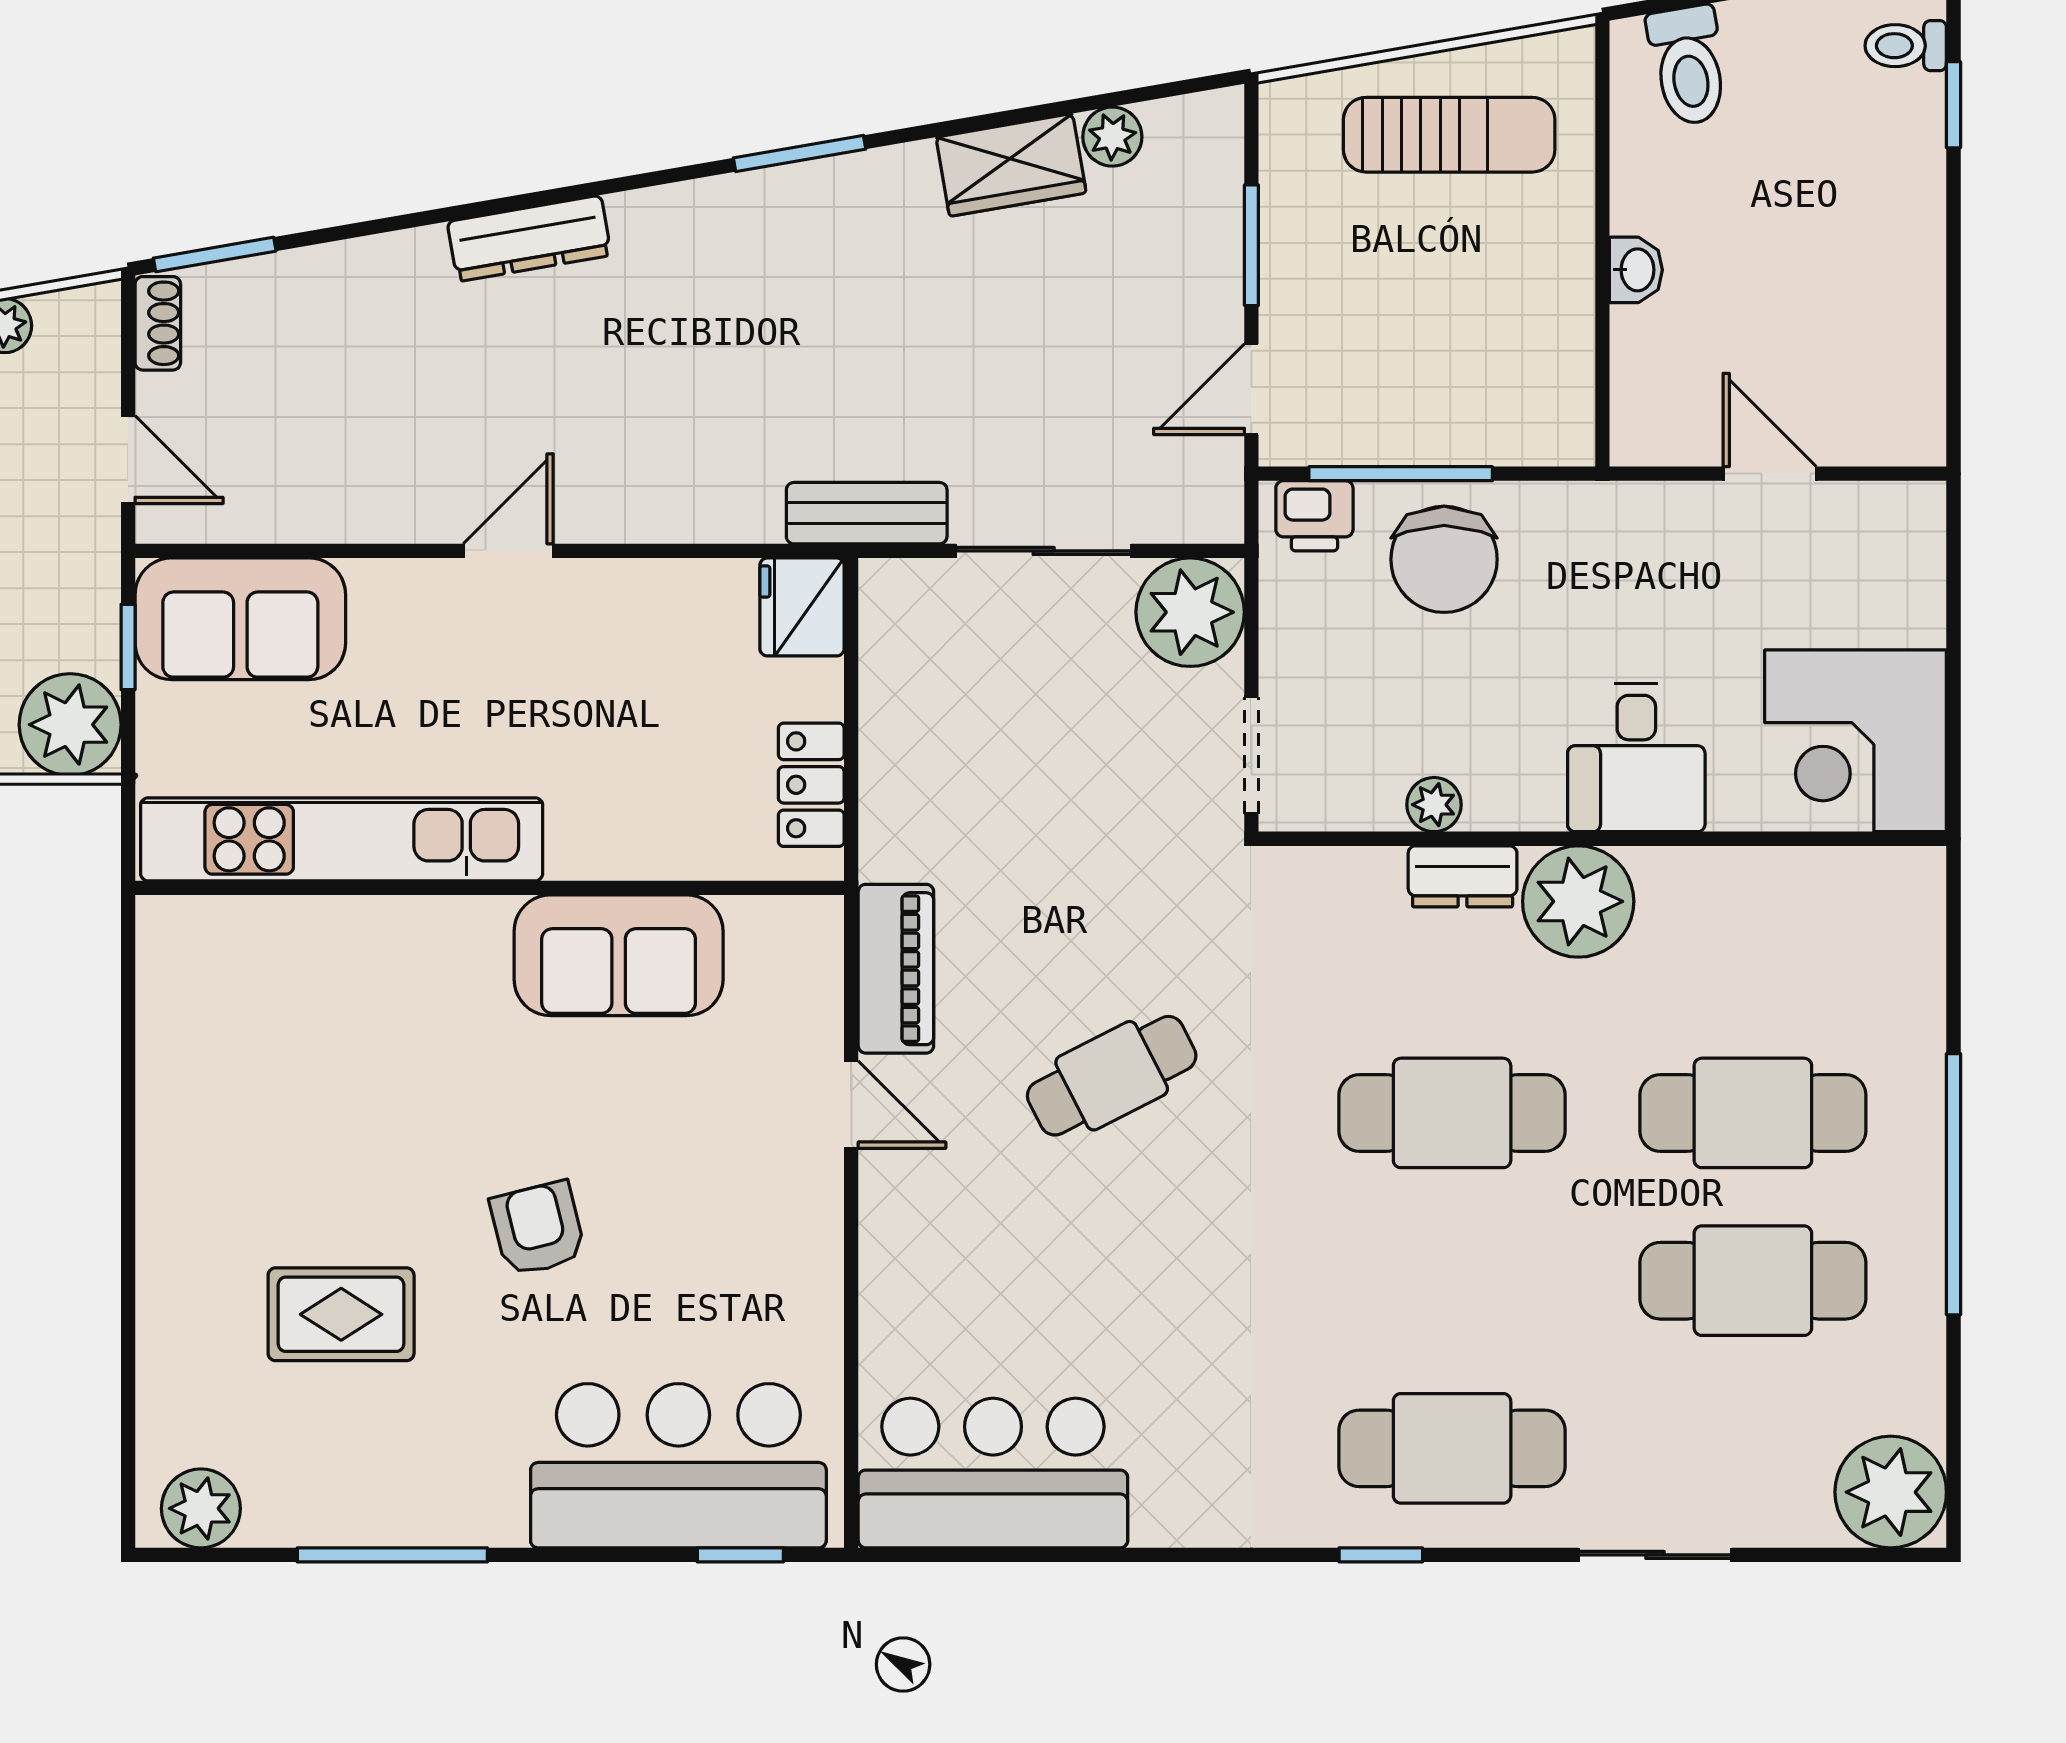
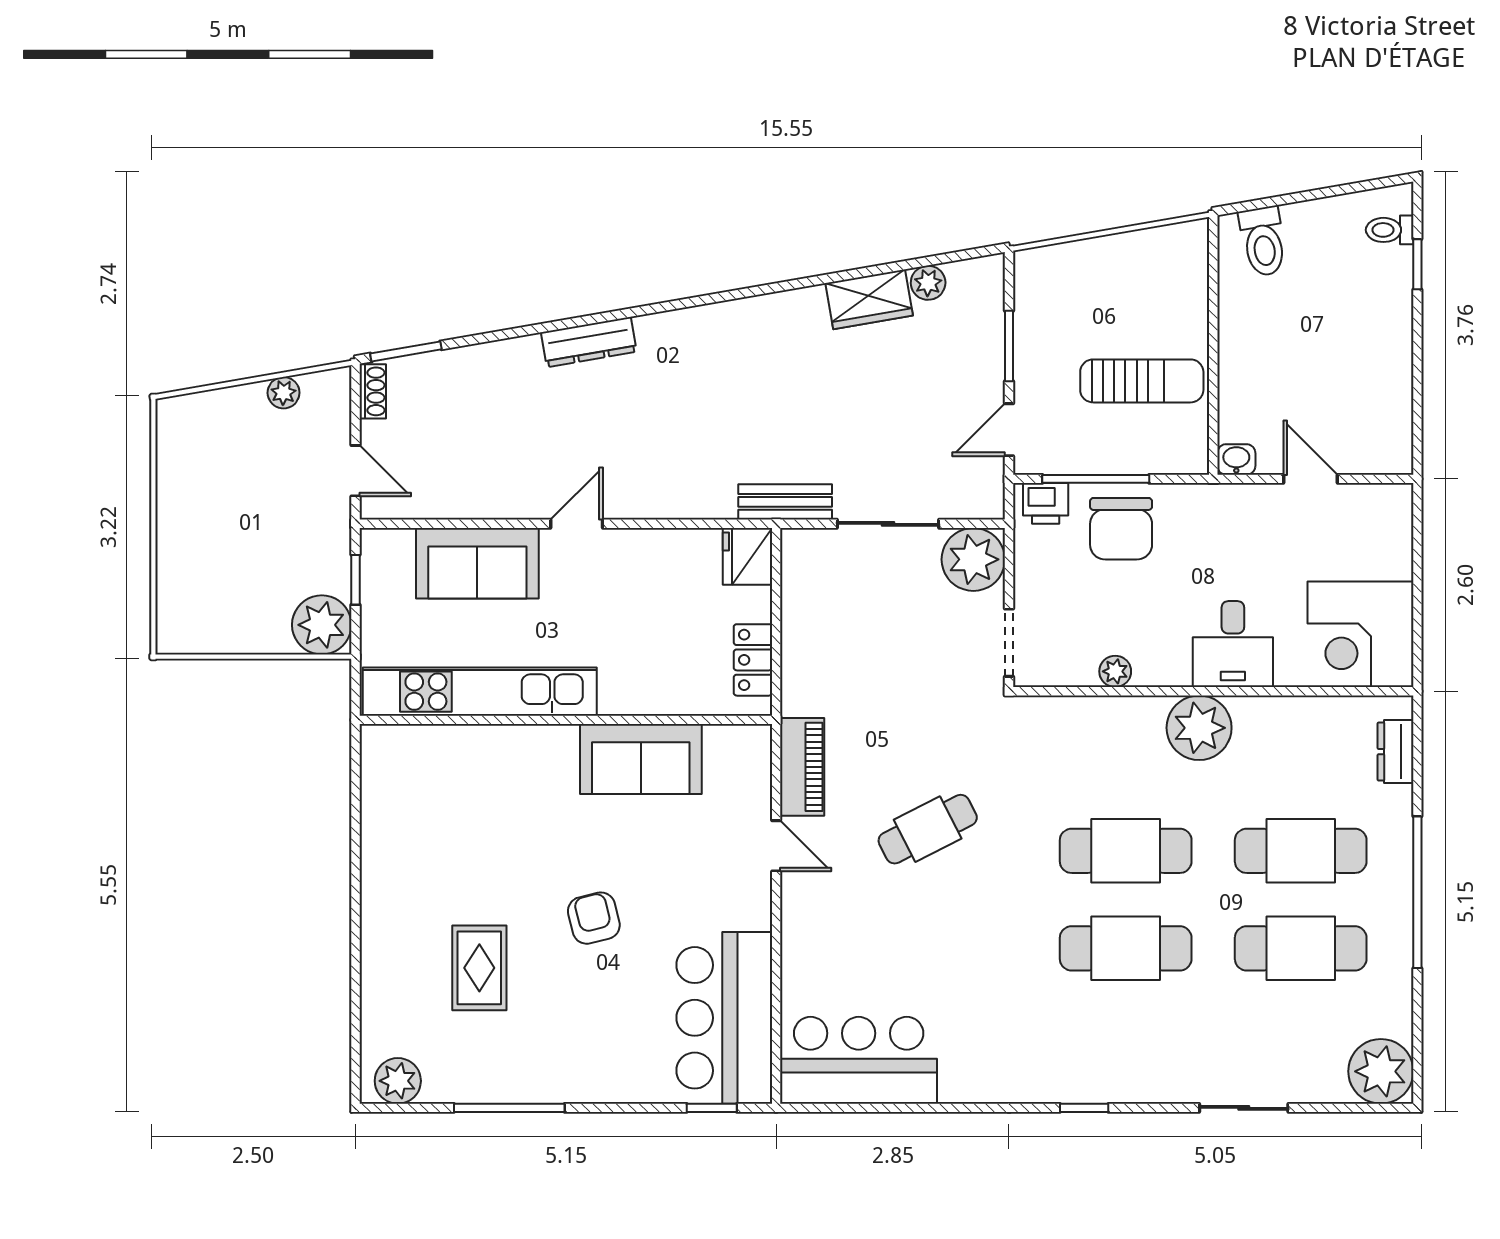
sun lounger: (1449, 135) -> (1142, 381), moved
window: (800, 153) -> (746, 293), removed
washbasin: (1636, 270) -> (1236, 459), moved, turned -90
sofa: (240, 619) -> (477, 563), moved
dresser: (1463, 876) -> (1396, 752), moved, turned 90
rug: (341, 1314) -> (479, 968), turned 90
cafe table: (1452, 1448) -> (1126, 948), moved
bar counter: (678, 1466) -> (724, 1018), moved, turned -90

